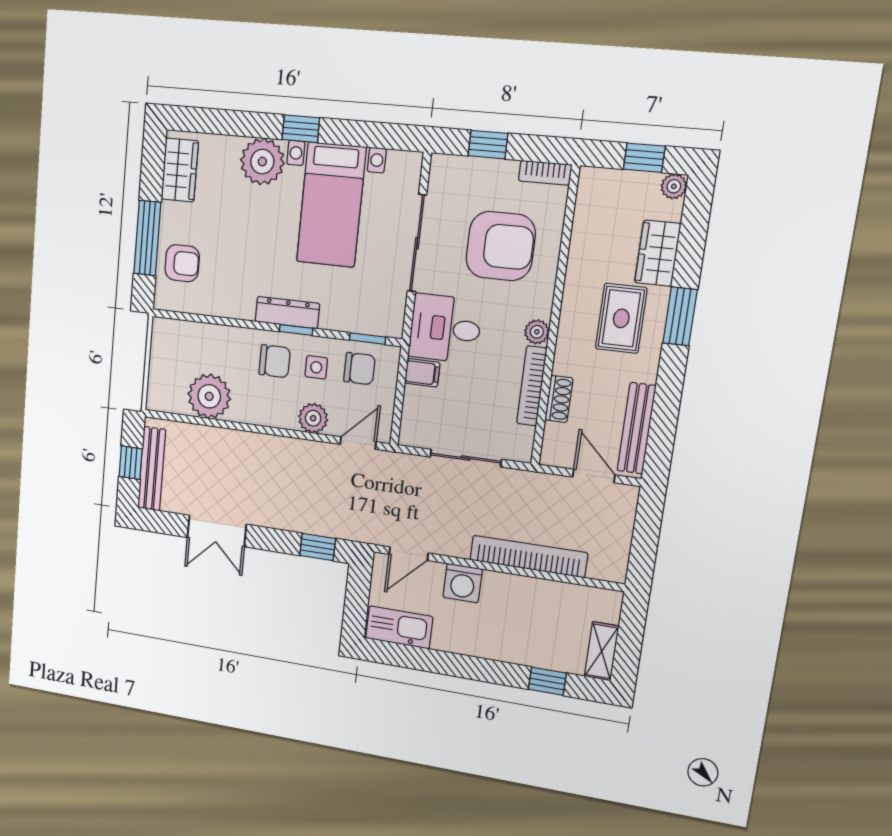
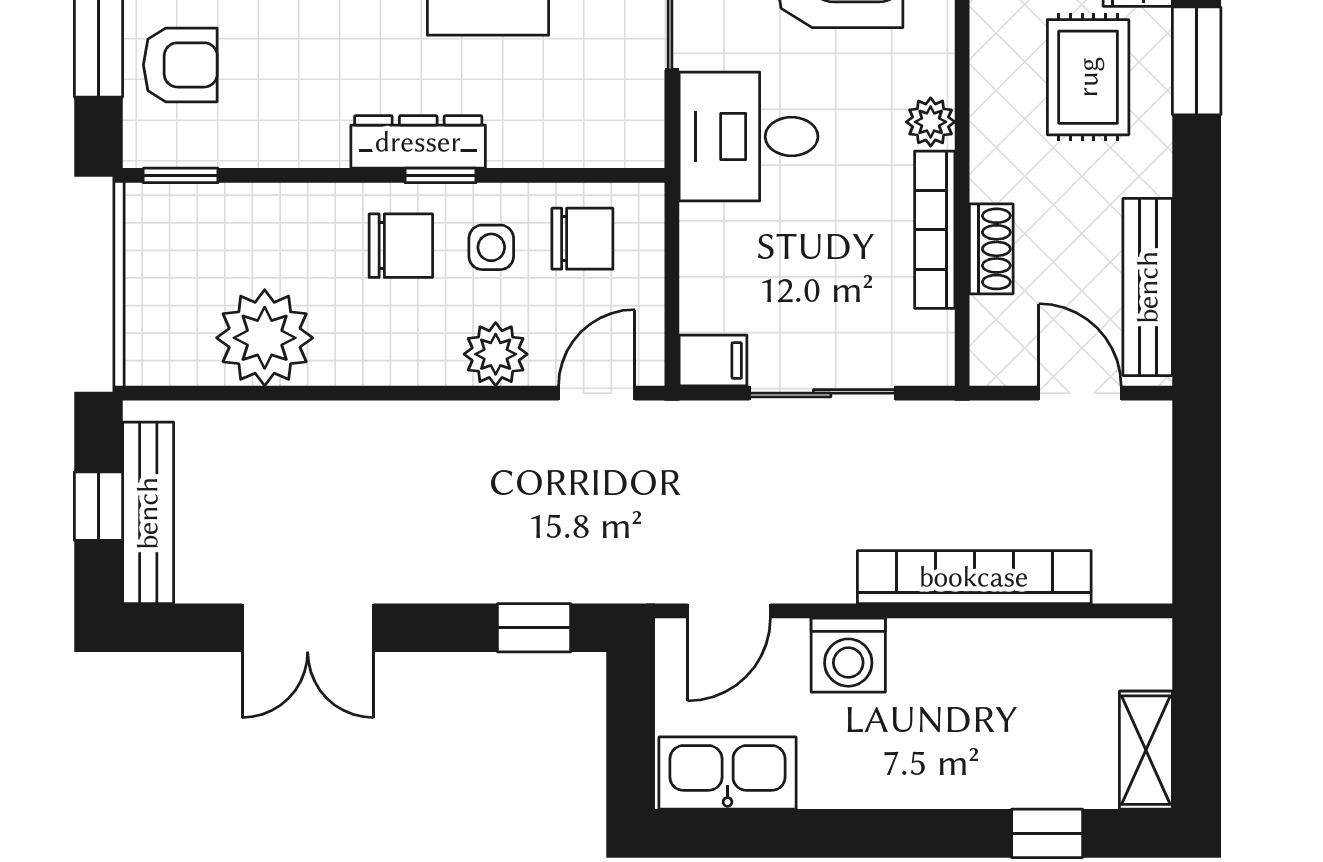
window: (367, 339) -> (181, 175), moved
filing cabinet: (422, 373) -> (713, 360), moved

